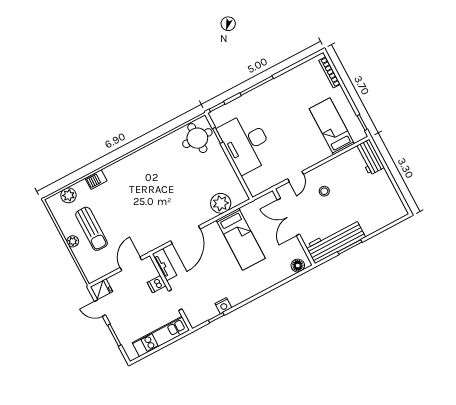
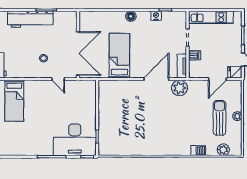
round table: (197, 138) -> (112, 142), removed
desk: (246, 143) -> (75, 140), moved, turned 90
door: (295, 177) -> (58, 79), swing flipped
plant: (221, 203) -> (179, 88), moved
double door: (288, 217) -> (78, 54), width x1.36
workbench: (335, 241) -> (30, 19), moved
door: (131, 264) -> (217, 79), moved
floor lamp: (298, 266) -> (131, 16), moved

